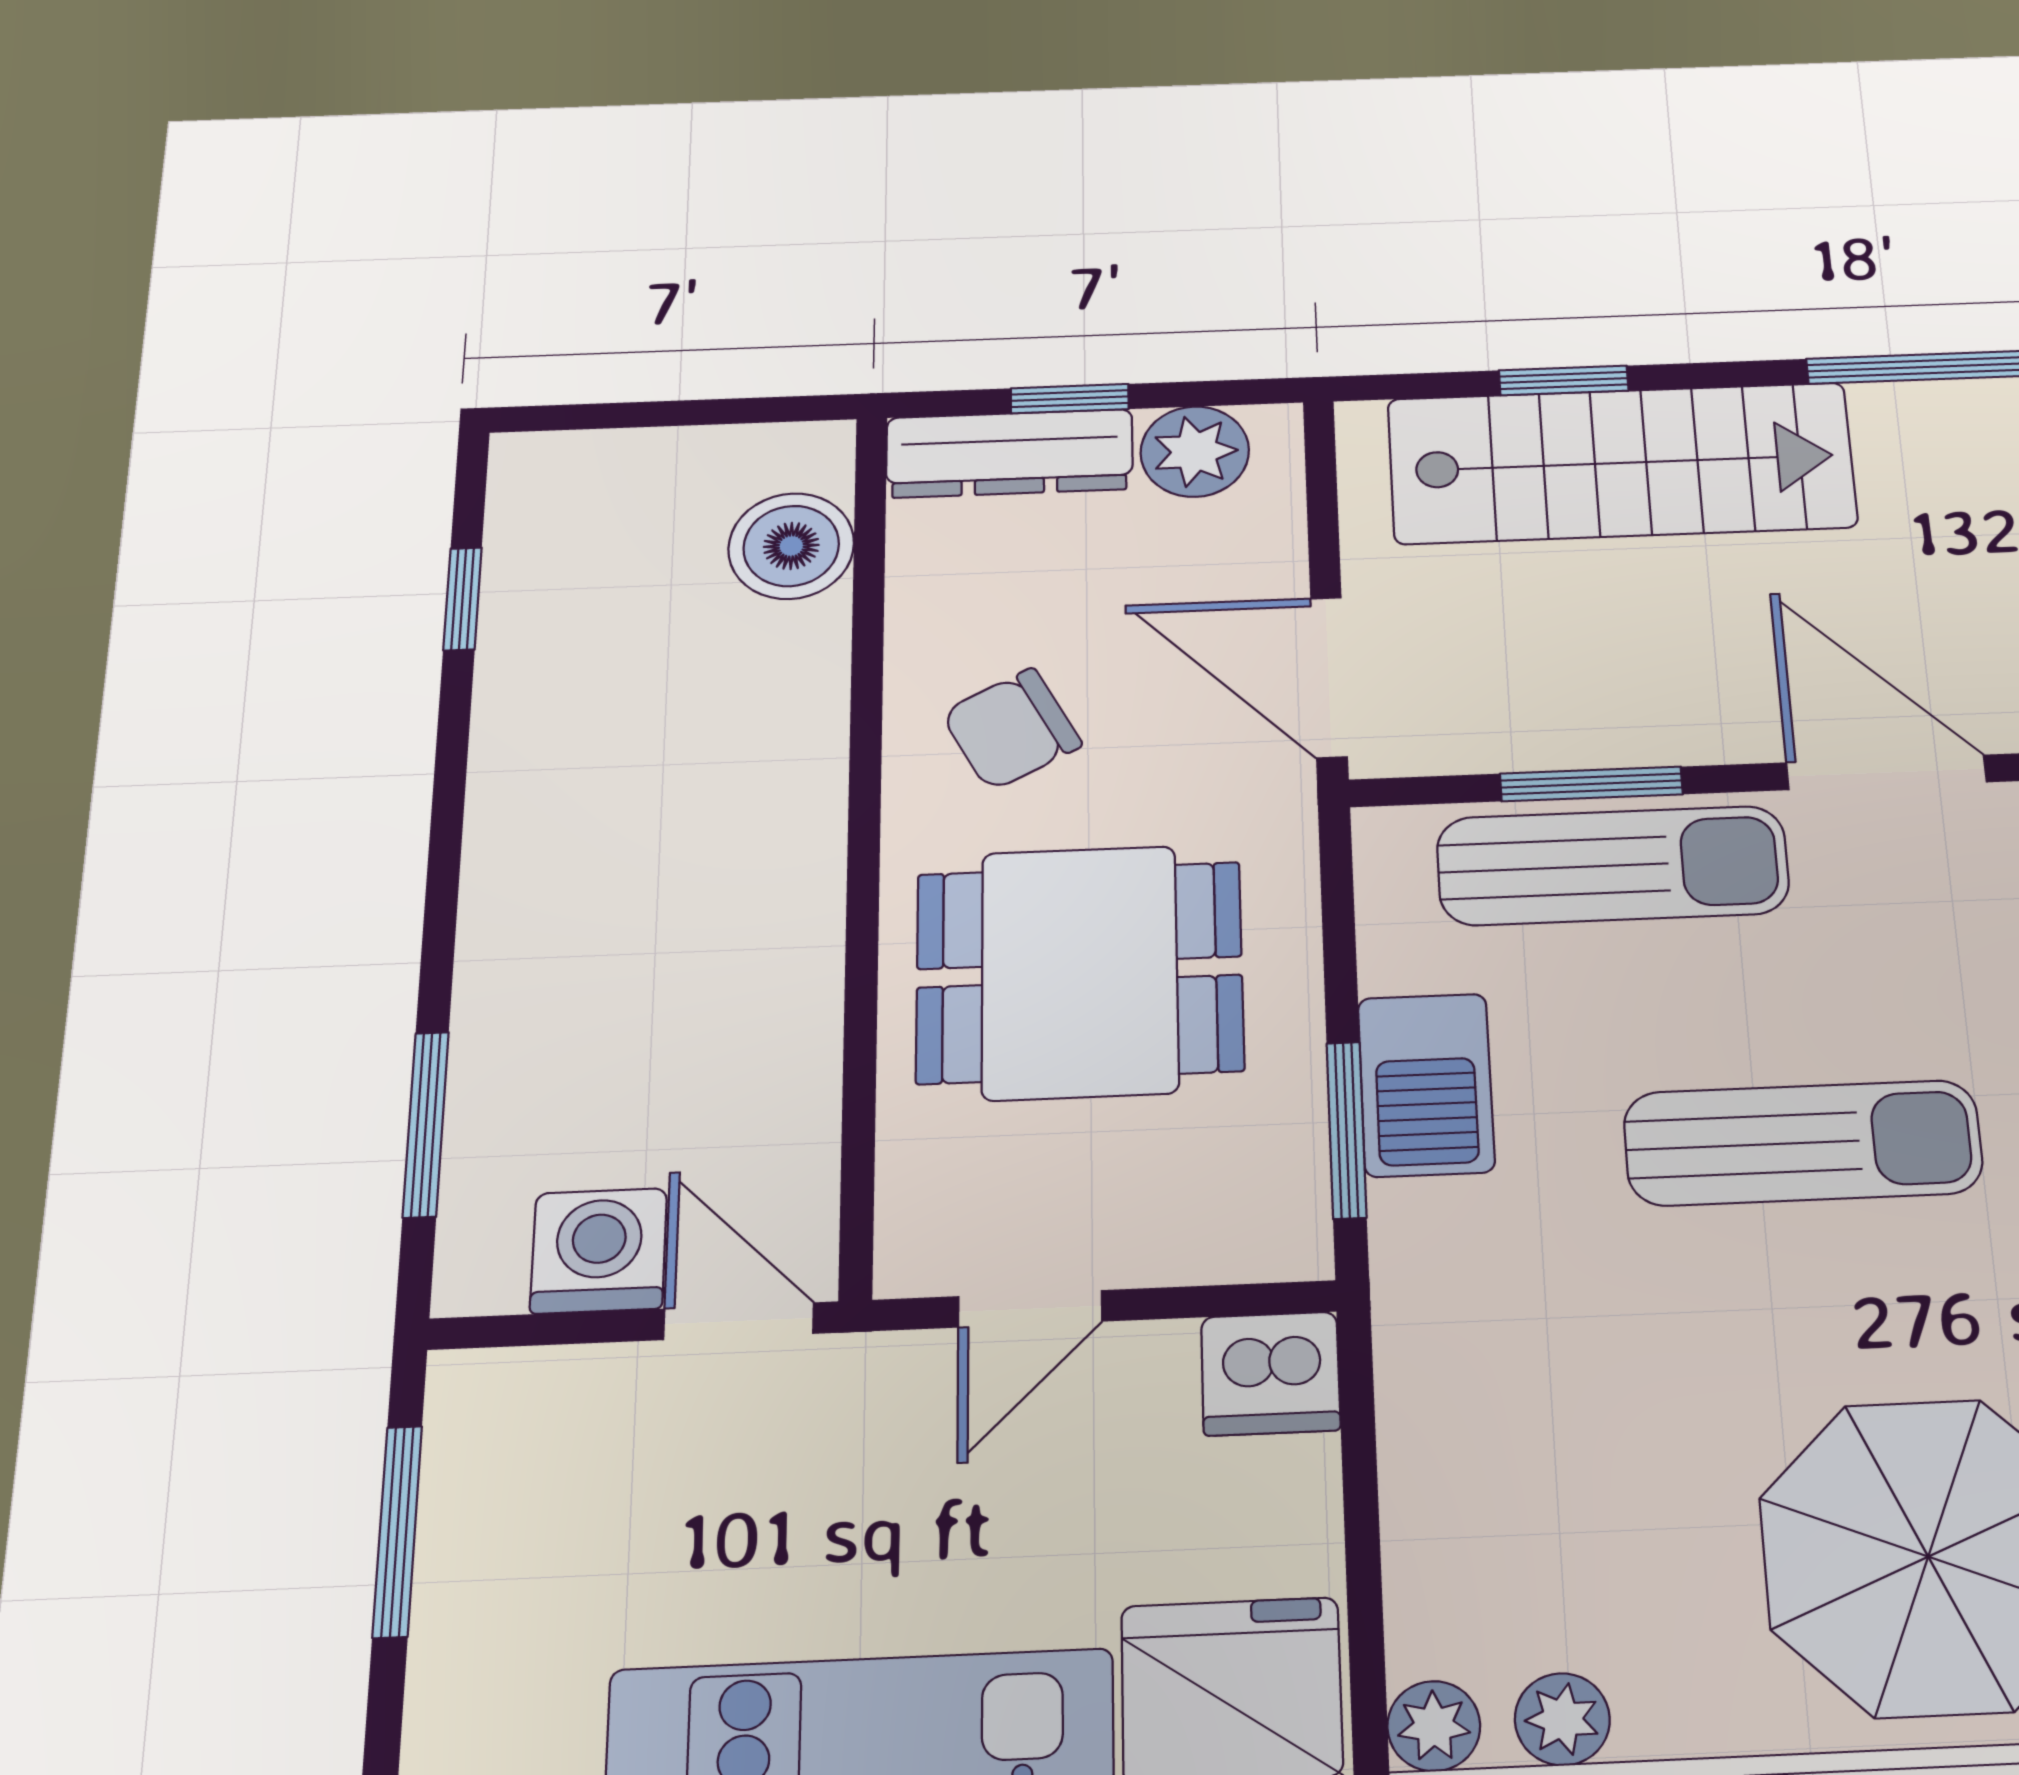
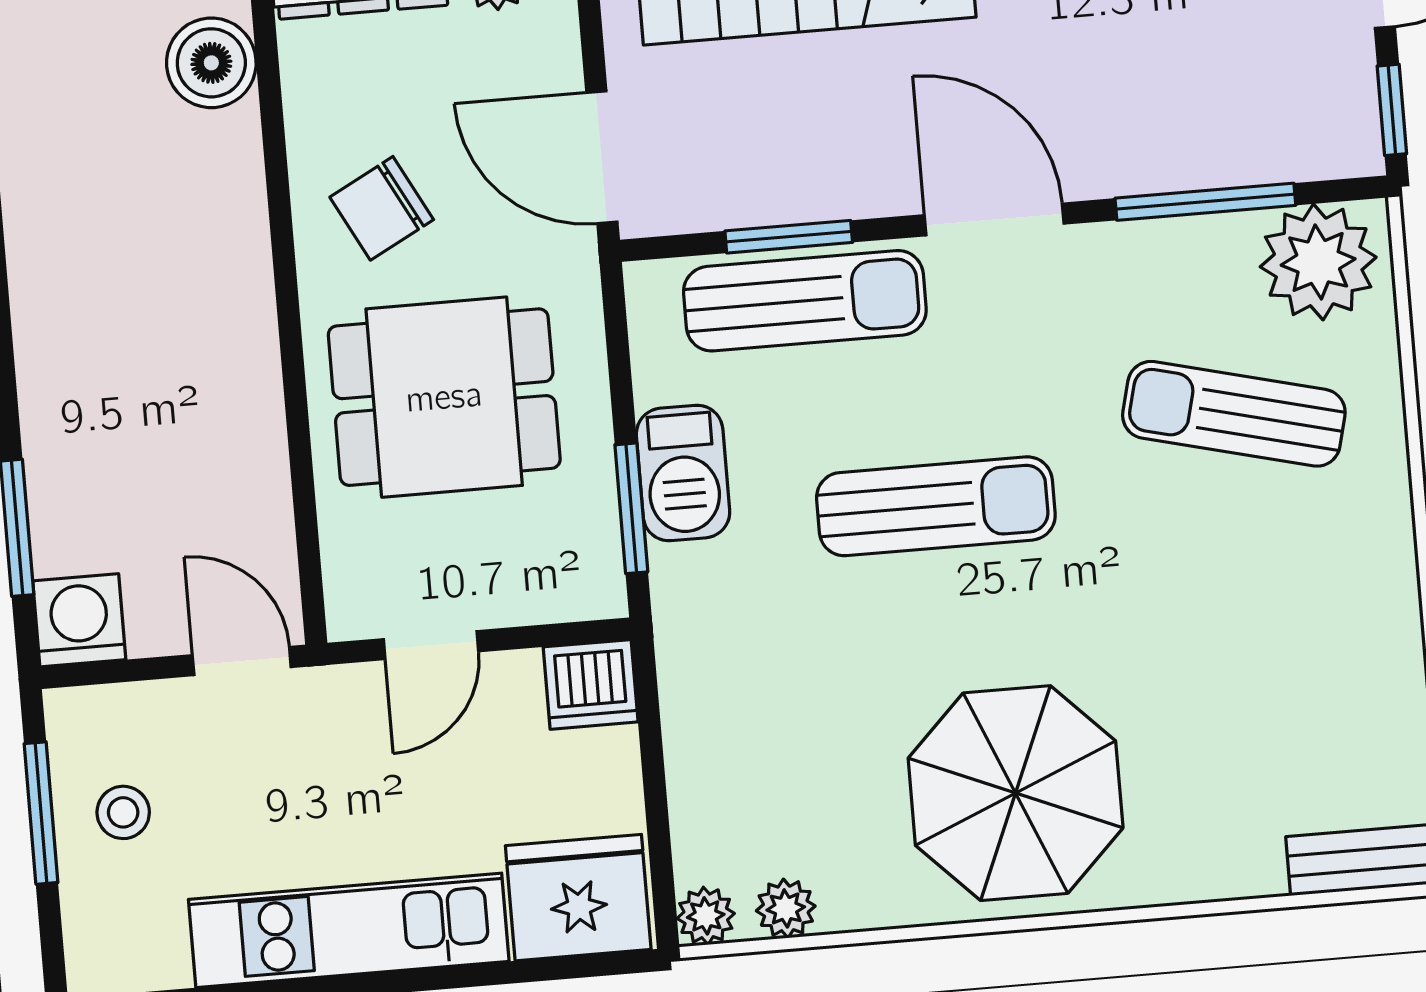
washing machine: (599, 1251) -> (79, 620), moved
stool: (526, 1535) -> (123, 812), added

